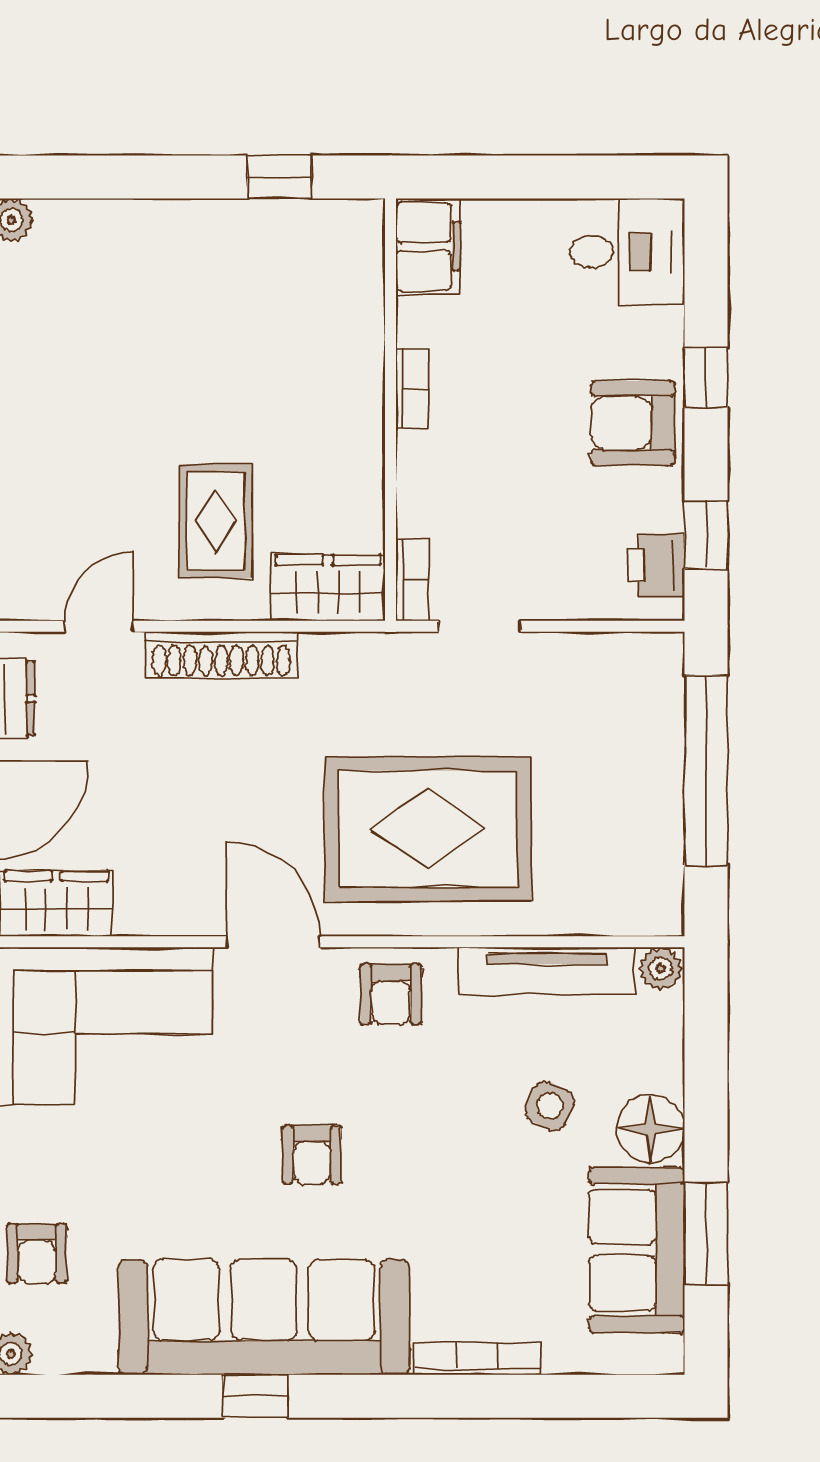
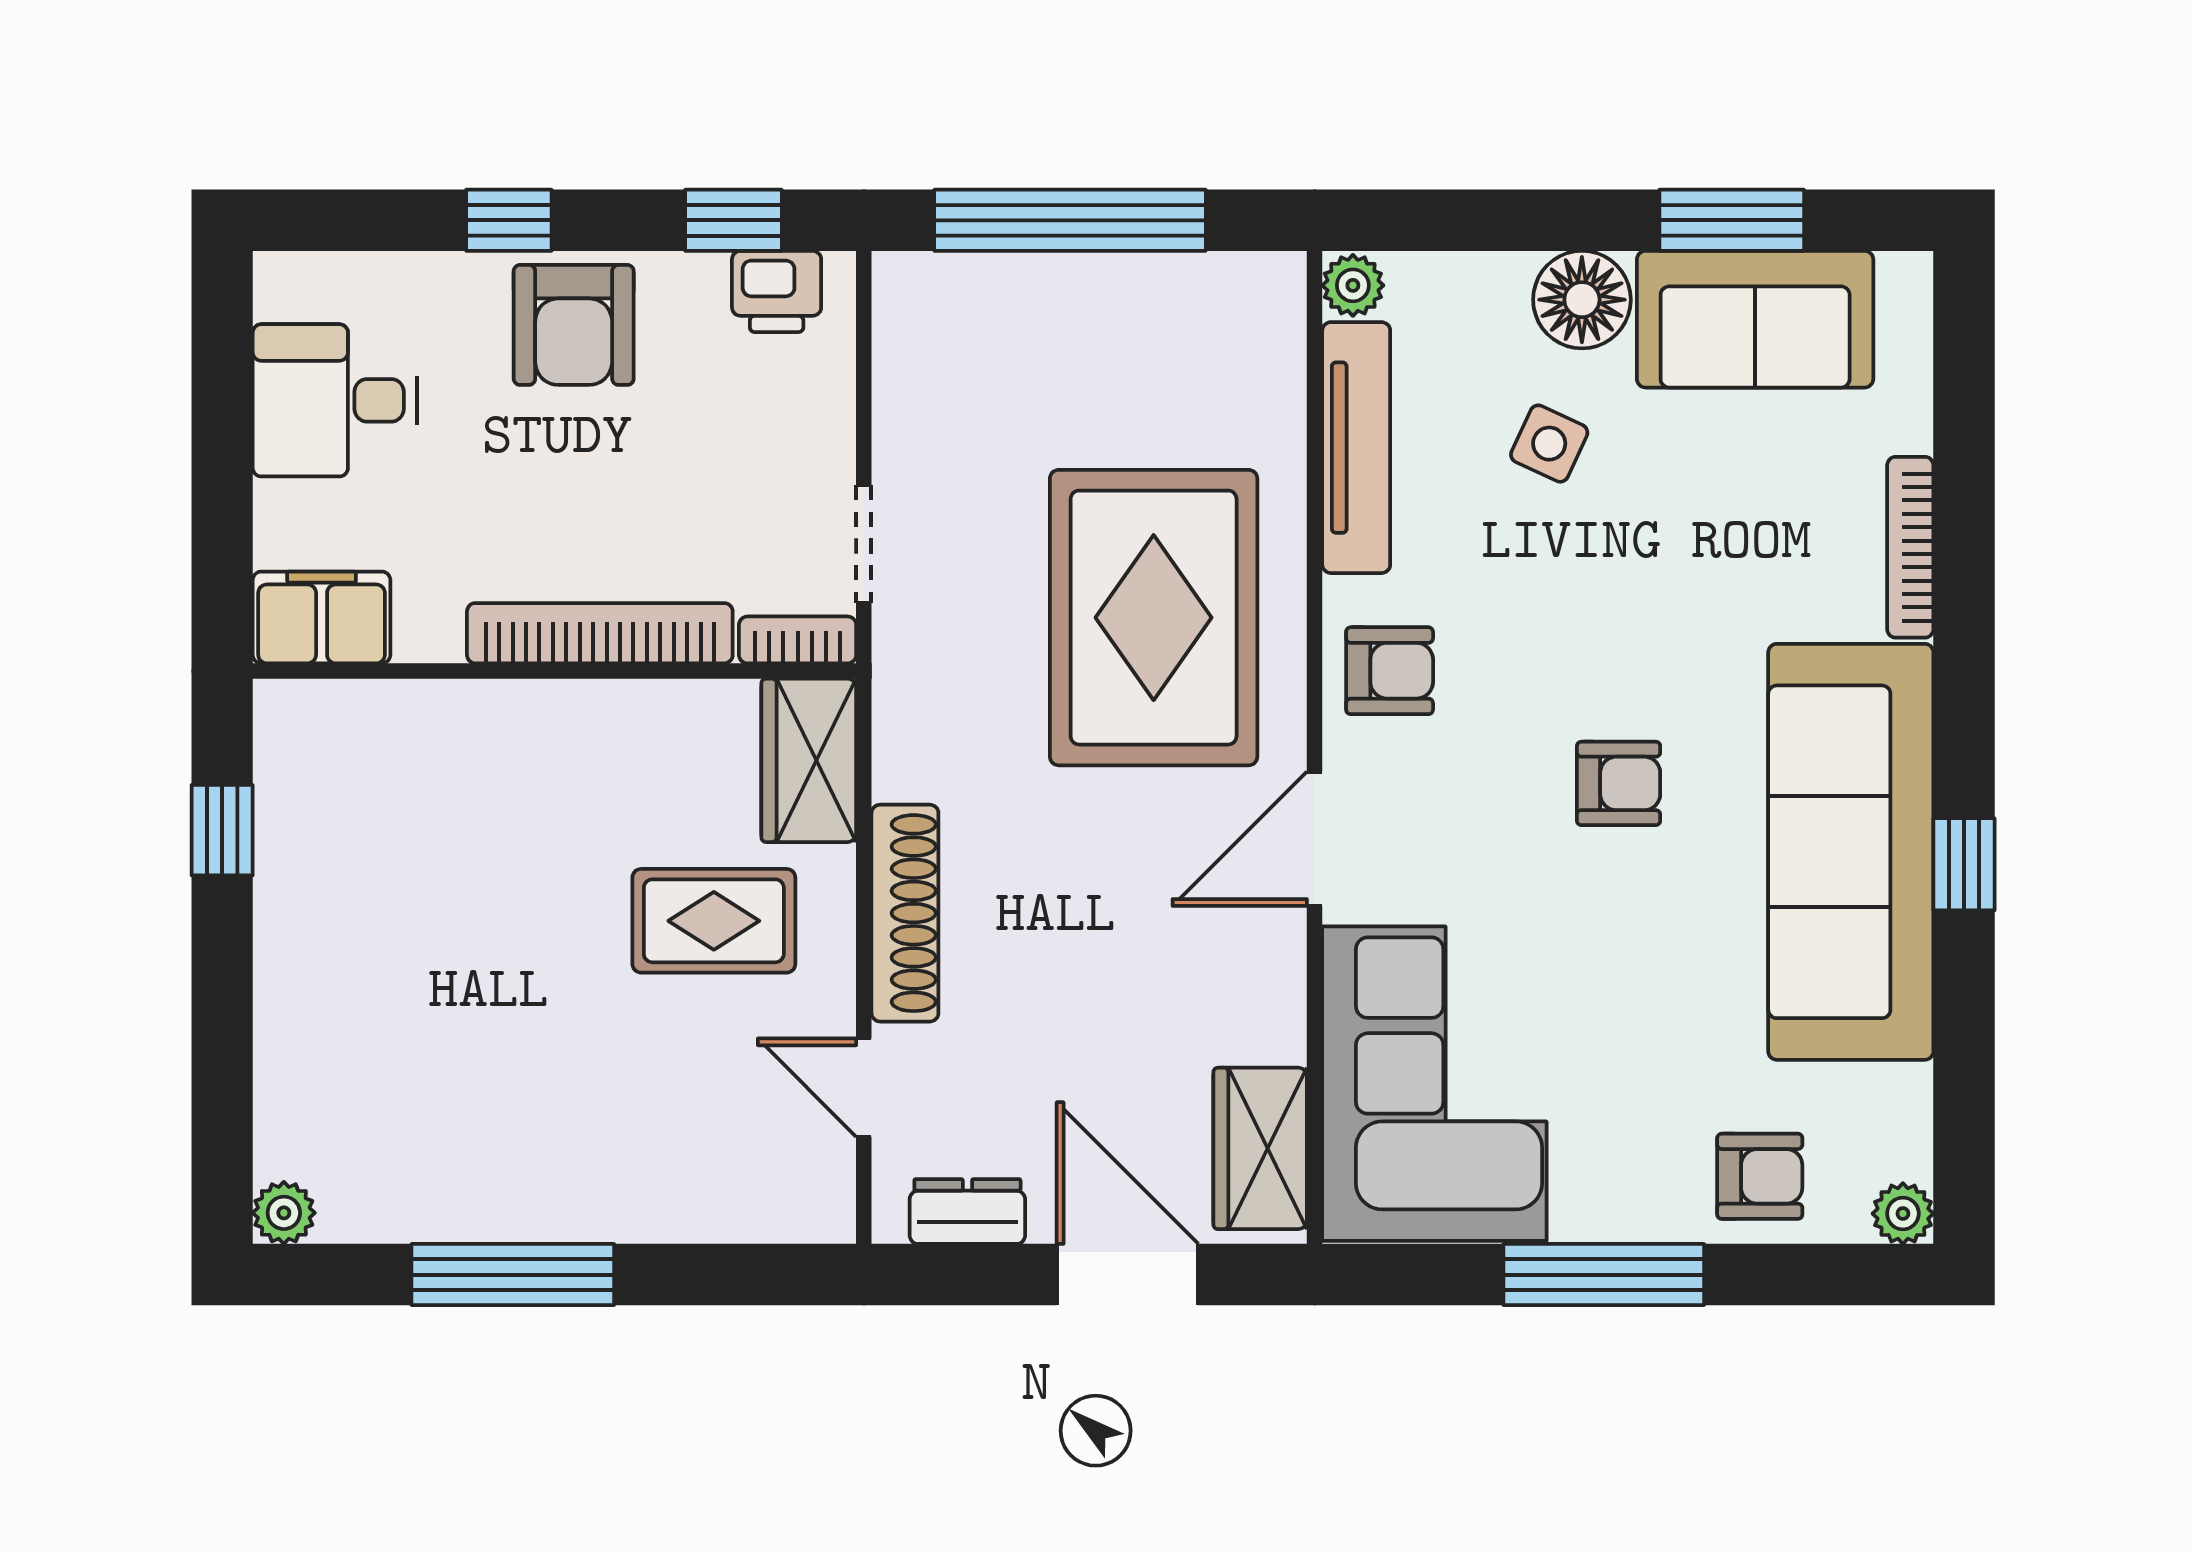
desk: (627, 252) -> (335, 400), moved, turned -90
bookcase: (412, 389) -> (600, 633), width x2.31, depth x1.31

